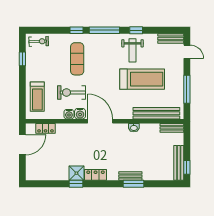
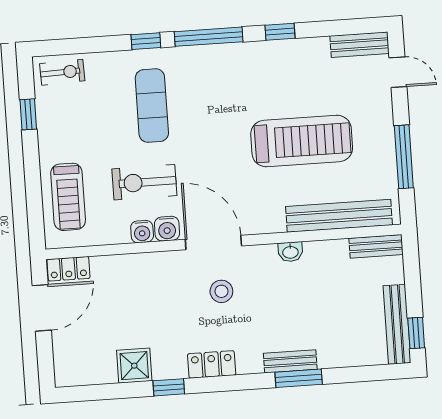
weight bench: (133, 50) -> (275, 78), removed
locker: (46, 128) -> (68, 269), moved
stool: (102, 143) -> (221, 291), added
shower: (76, 173) -> (134, 366), moved

